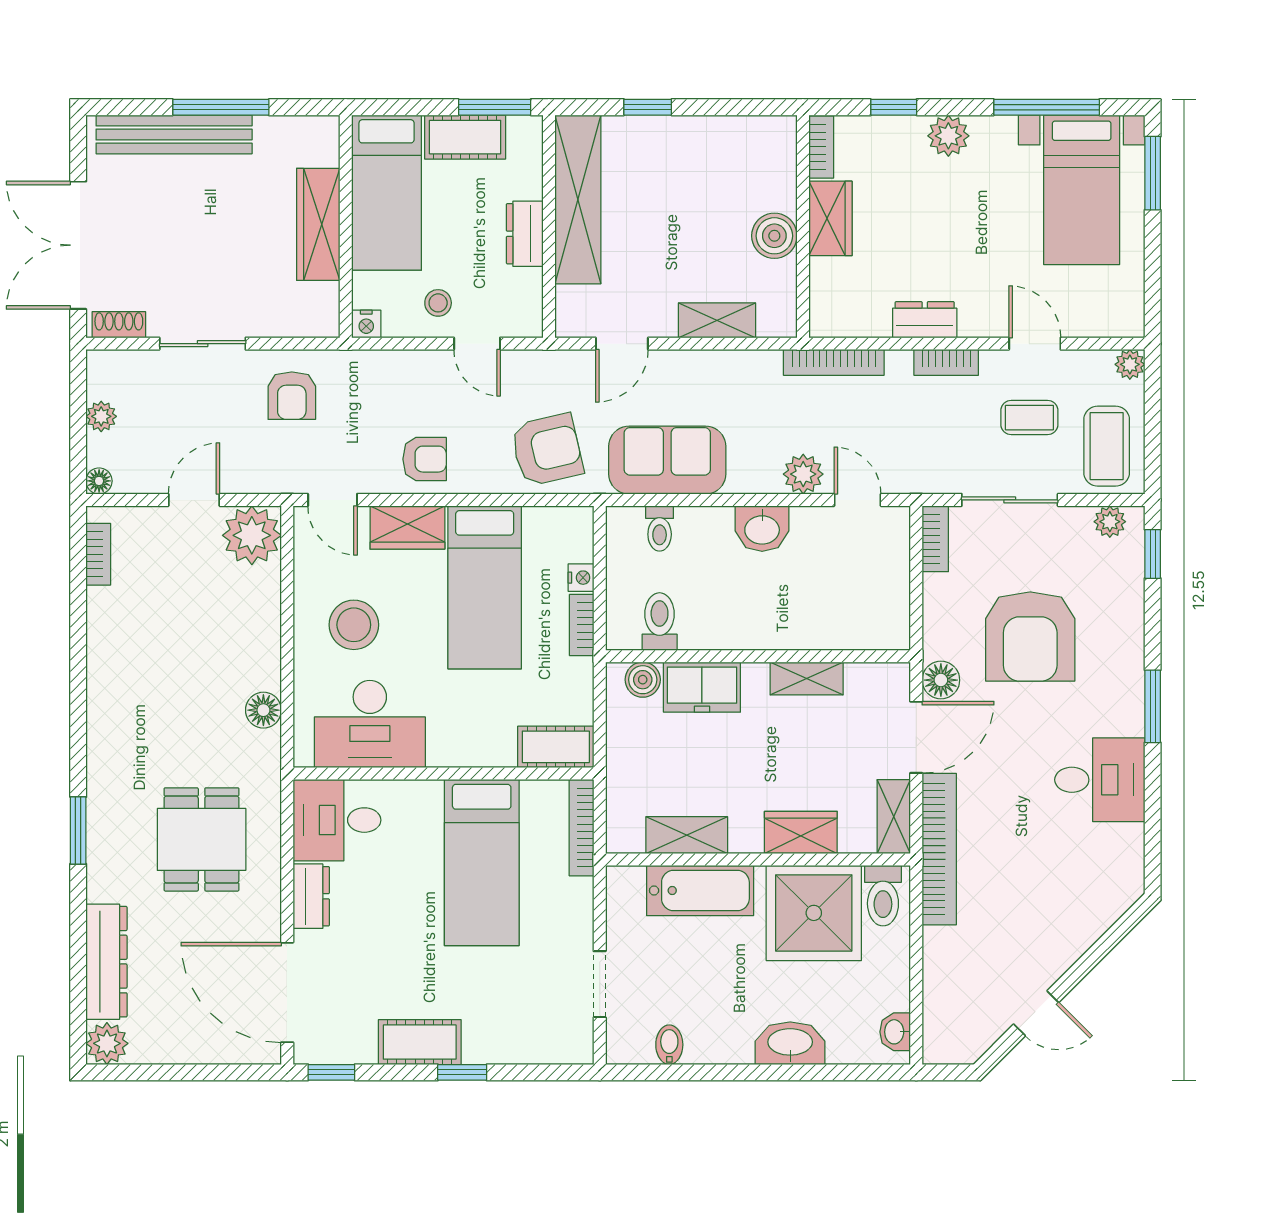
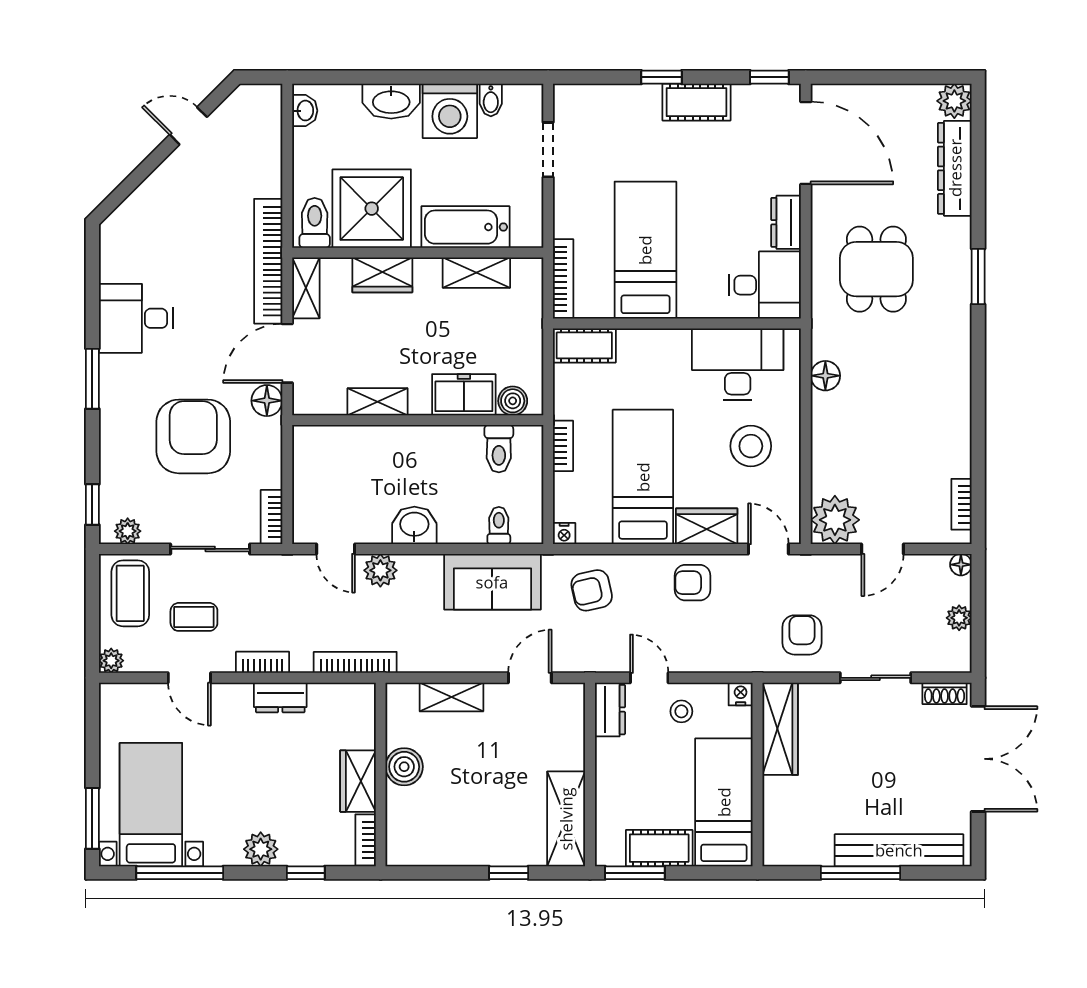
shelving: (578, 200) -> (566, 819), width x0.68
wardrobe: (318, 224) -> (780, 729), moved
dresser: (525, 234) -> (610, 710), moved
armchair: (547, 450) -> (592, 590), width x0.72, depth x0.72
nightstand: (581, 578) -> (564, 534), moved, turned -90
washing machine: (719, 1031) -> (450, 111), added

